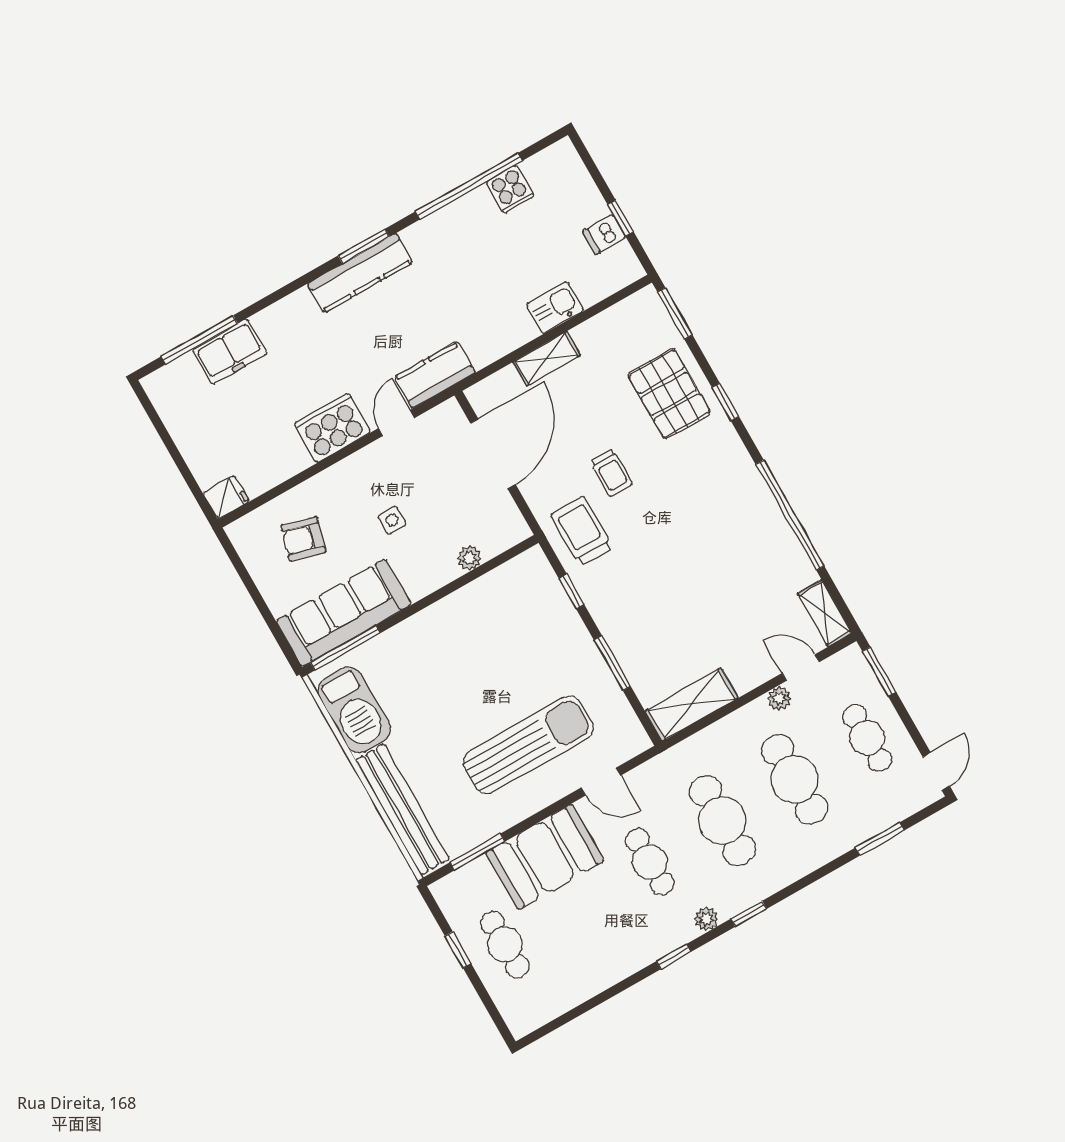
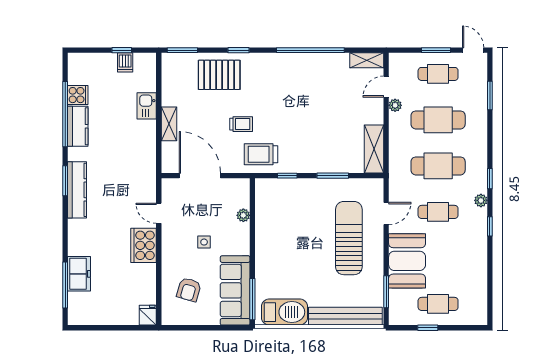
kitchen counter: (435, 375) -> (78, 126), moved, turned 180
window: (879, 672) -> (436, 50), moved

